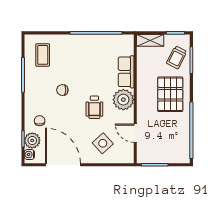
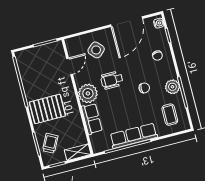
row of seats: (87, 42) -> (134, 136), added
pallet: (170, 94) -> (47, 109), turned 90
wheelchair: (94, 107) -> (112, 80), turned -90
door: (135, 133) -> (70, 66), hinge flipped
plant: (32, 140) -> (172, 87), moved
door: (63, 165) -> (127, 22), hinge flipped

